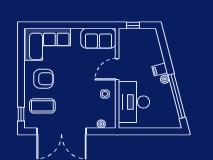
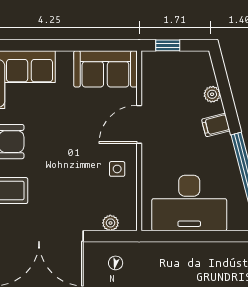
plant: (165, 79) -> (212, 94), moved
desk: (134, 102) -> (189, 203), moved, turned -90

